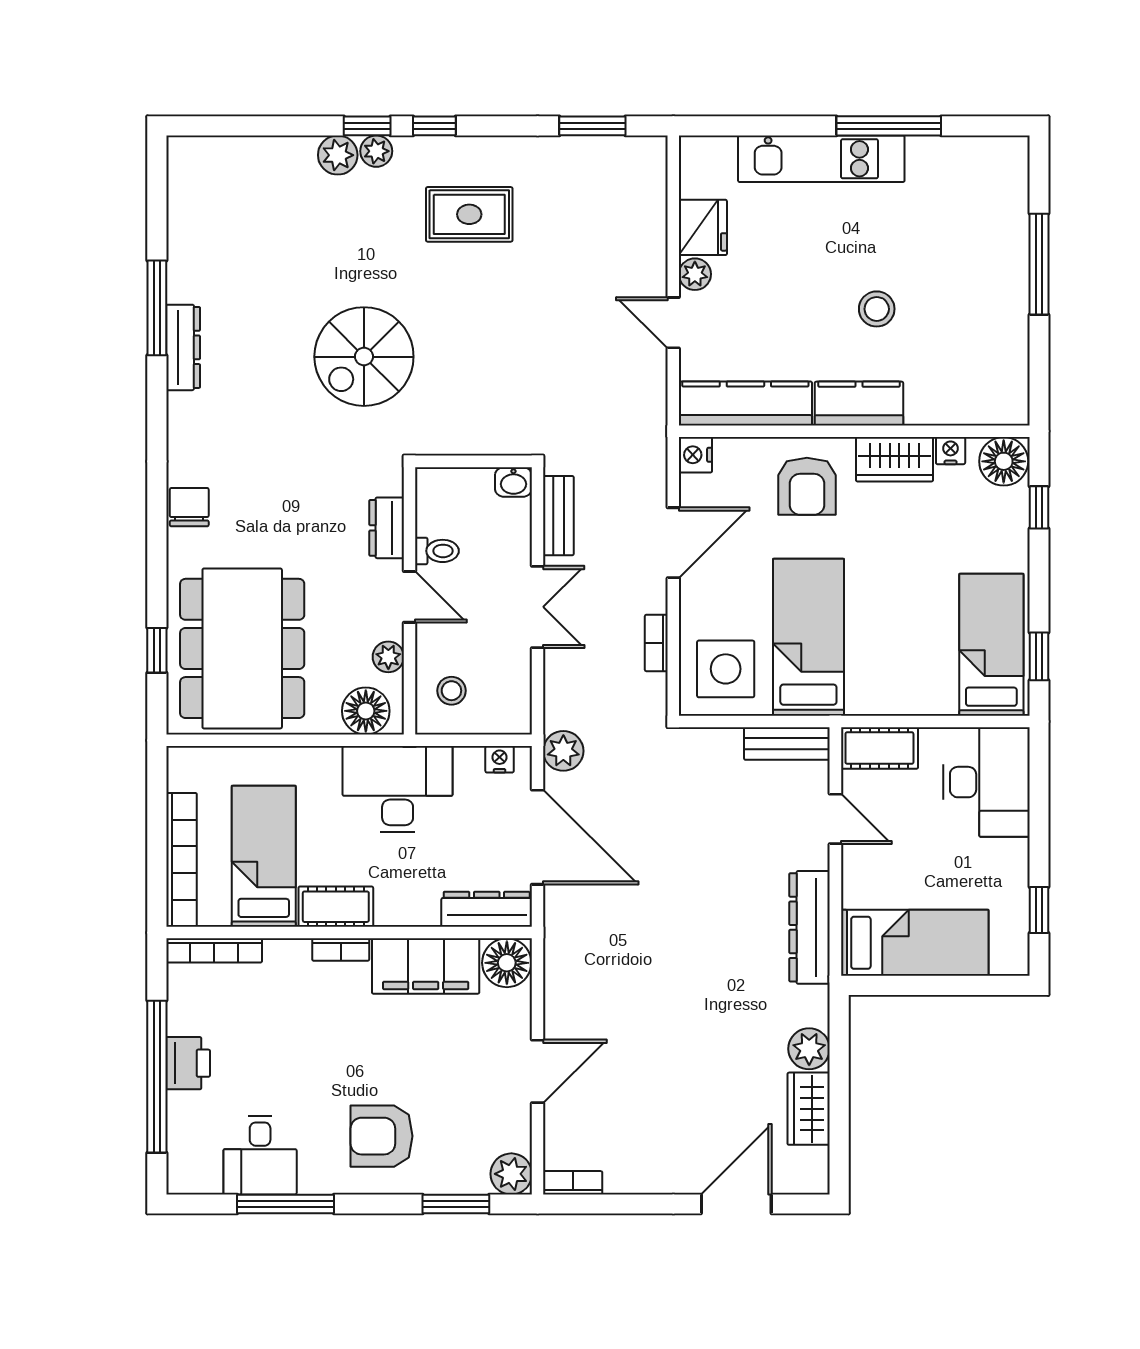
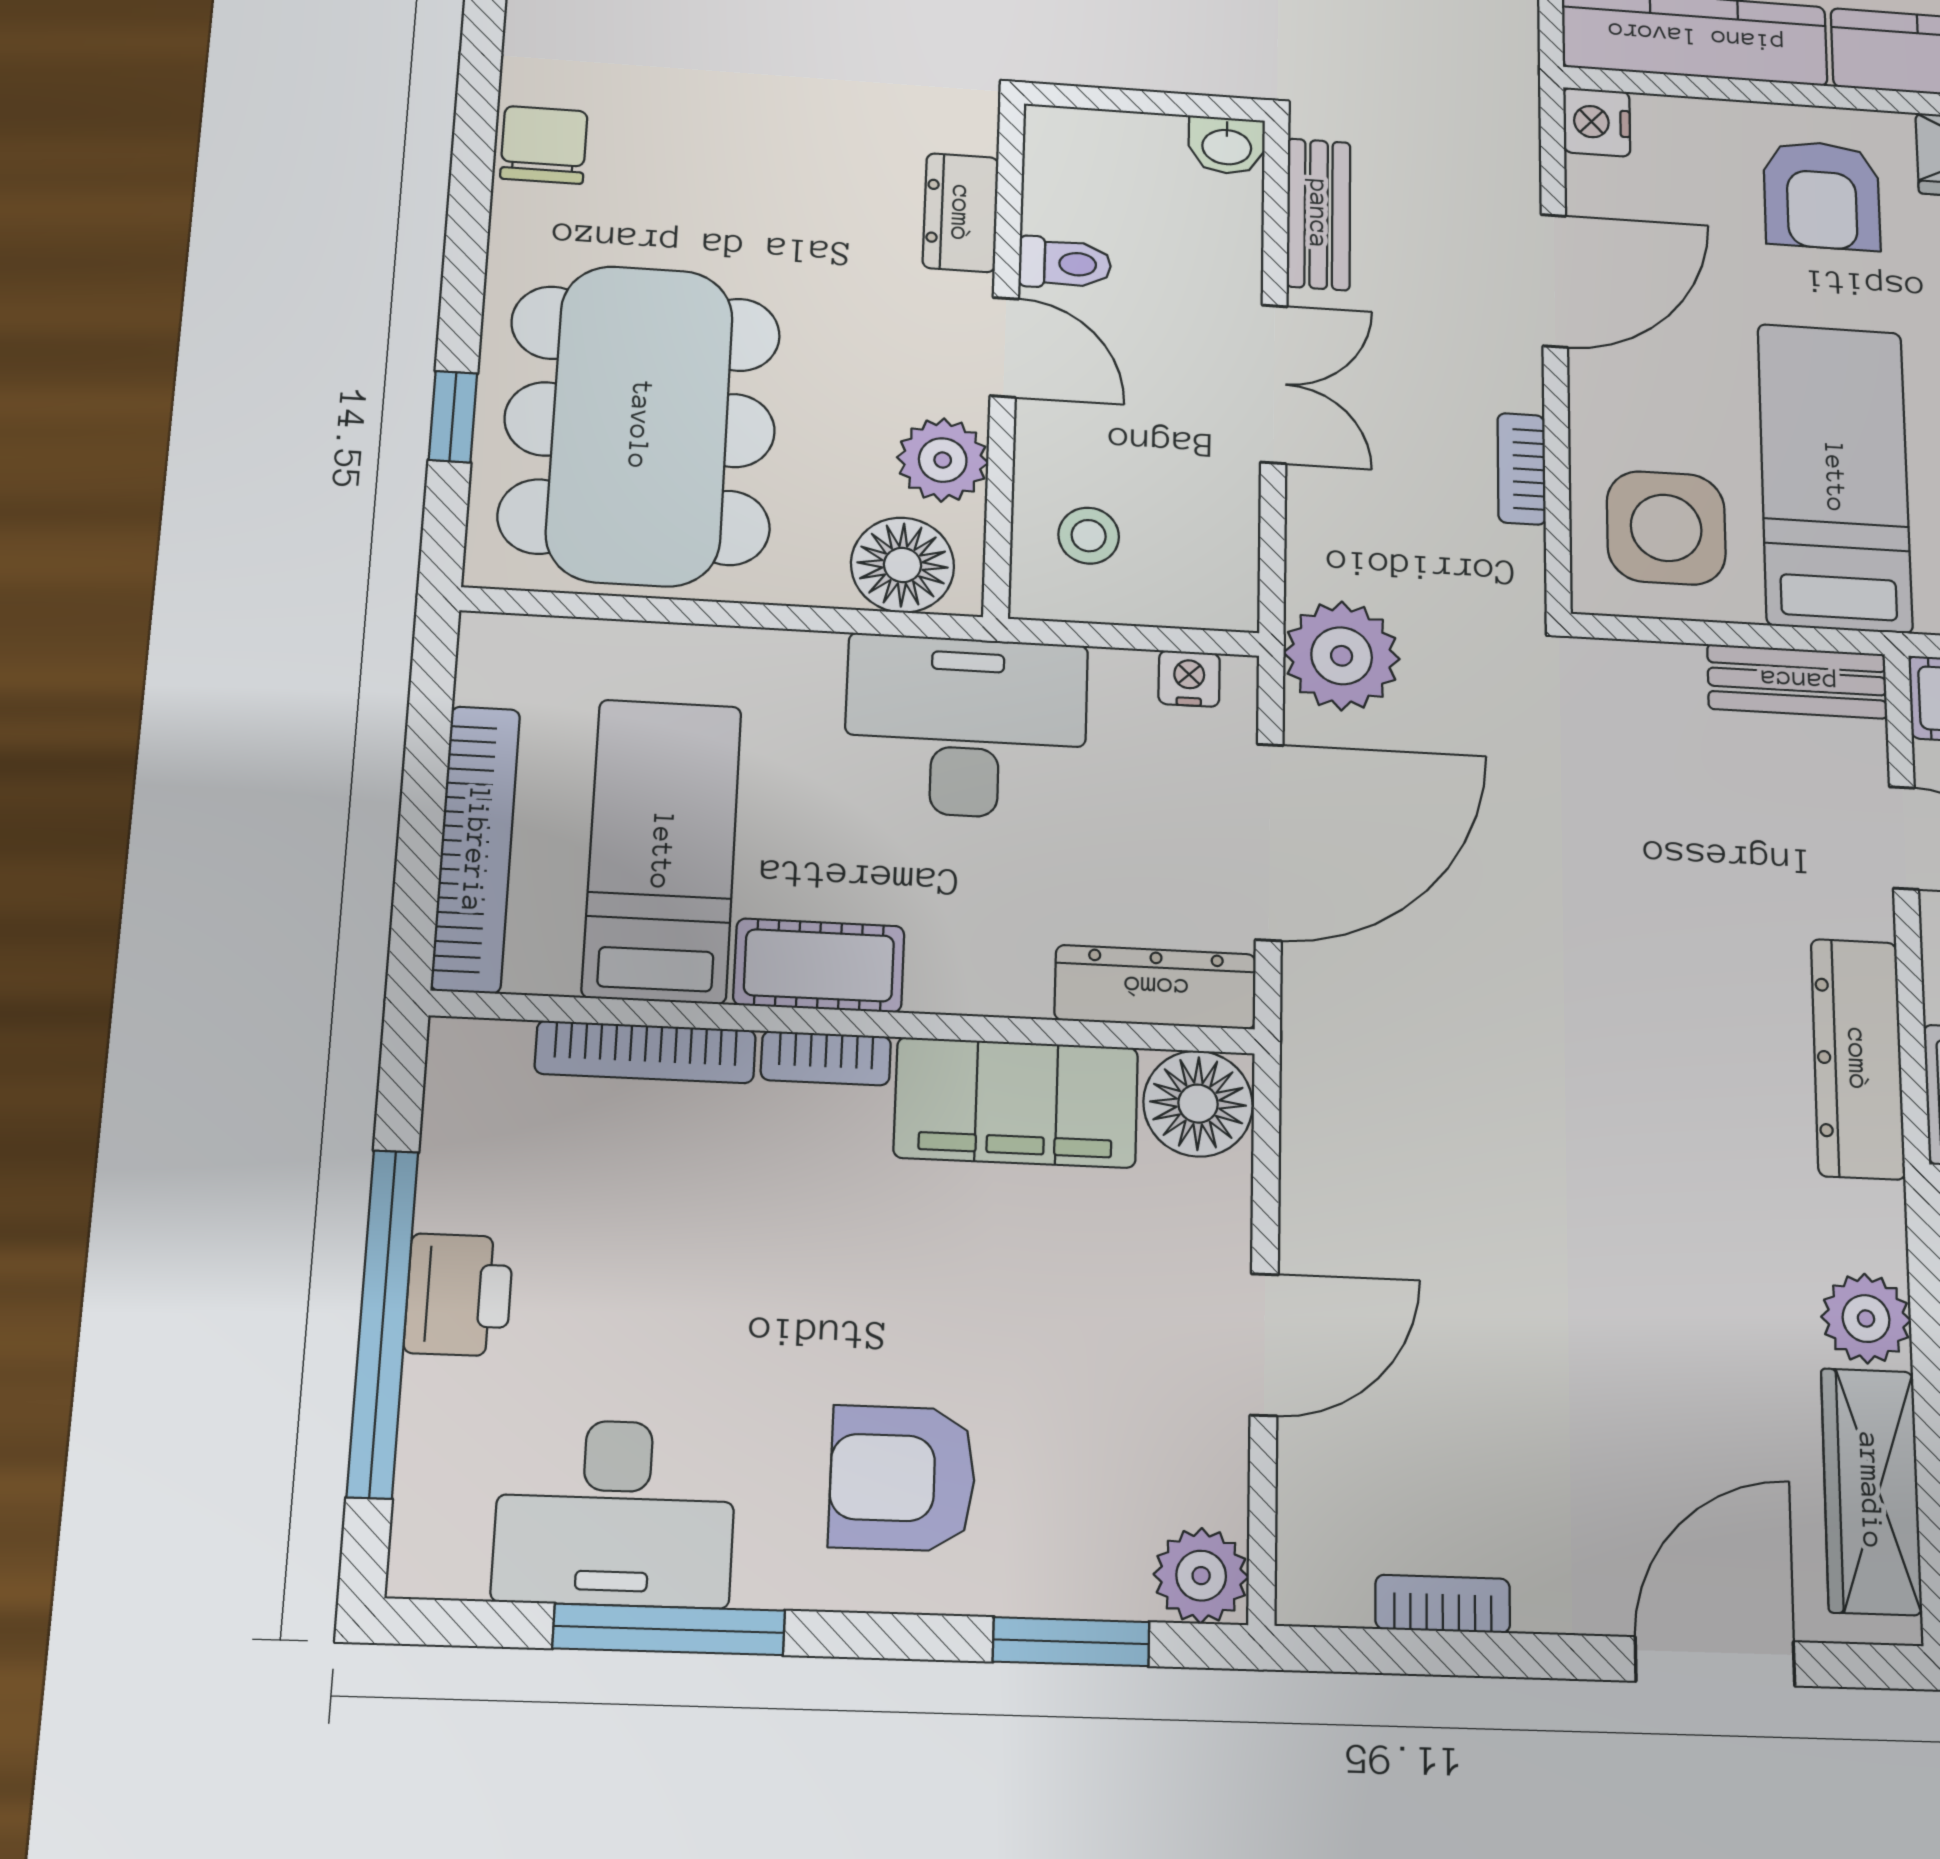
plant: (388, 657) -> (943, 460), width x1.38, depth x1.38
plant: (563, 751) -> (1342, 656), width x1.36, depth x1.36
door: (538, 837) -> (1269, 842), hinge flipped
bookcase: (214, 950) -> (645, 1052), moved
wardrobe: (809, 1109) -> (1871, 1491), width x1.50
desk: (260, 1155) -> (615, 1513), width x1.37
bookcase: (573, 1183) -> (1443, 1604), moved

